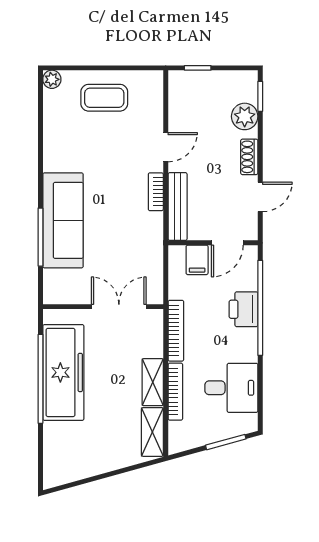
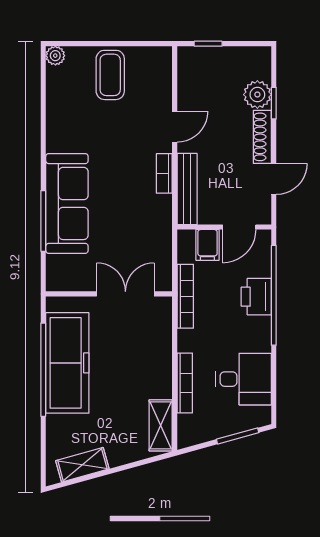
window: (260, 96) -> (274, 103), moved
coffee table: (104, 98) -> (110, 75), turned 90
shoe rack: (249, 157) -> (262, 137), width x1.43
bookcase: (176, 331) -> (185, 296), moved
shelving: (153, 382) -> (82, 465), moved, turned 75

